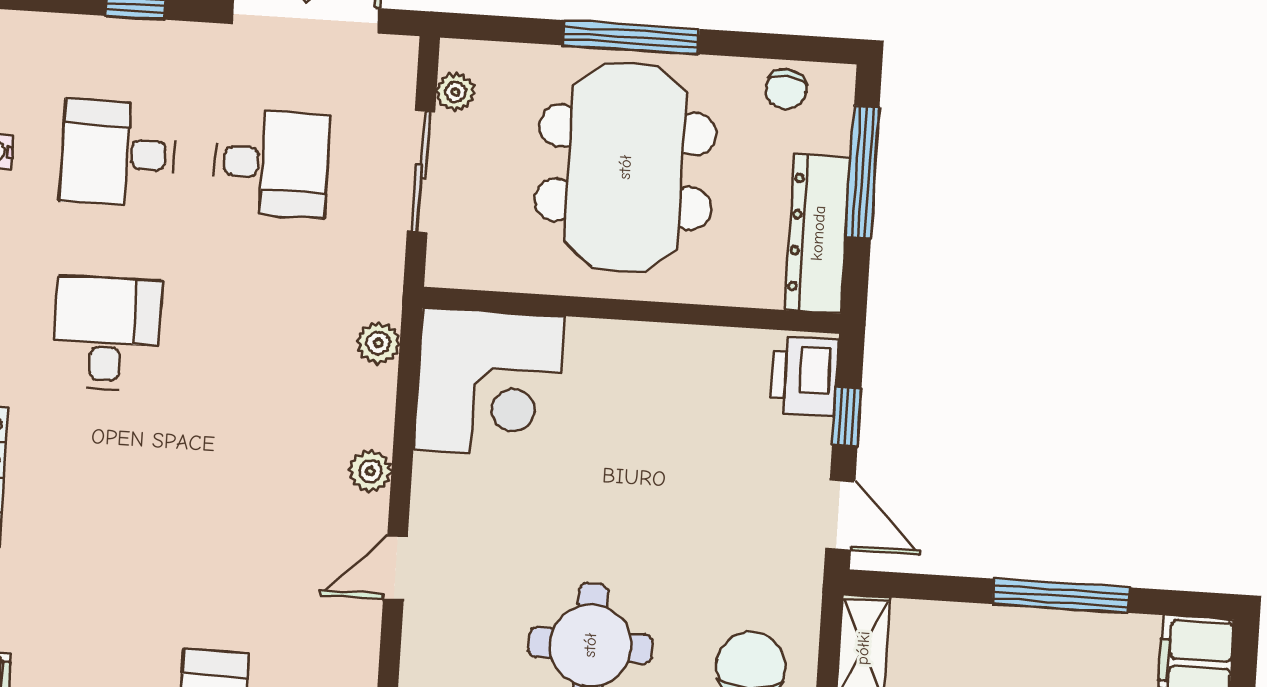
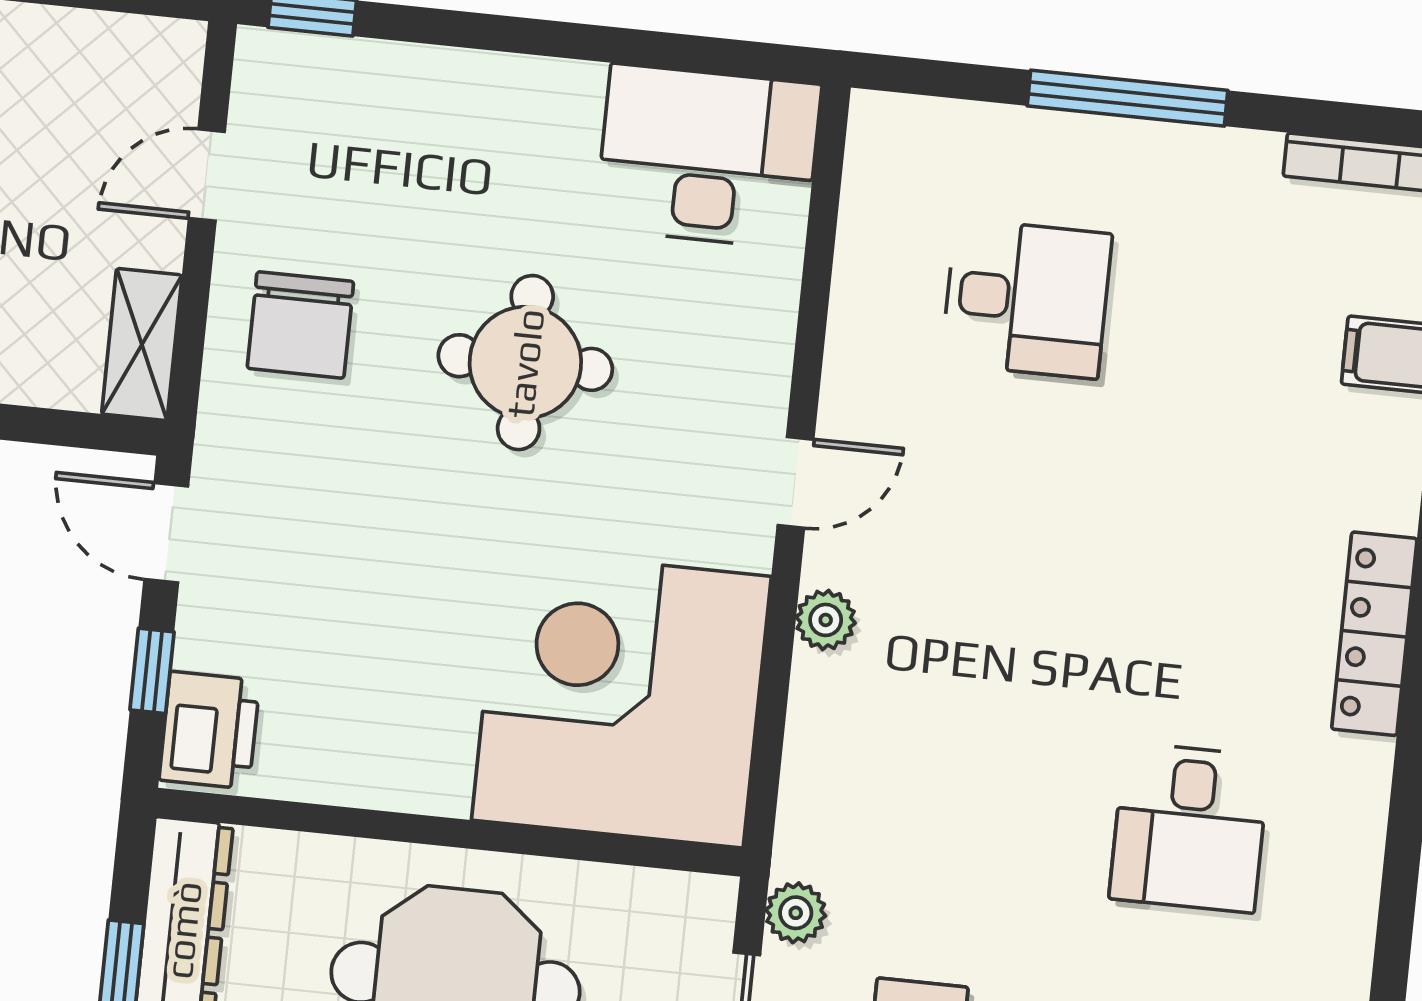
plant: (378, 343) -> (796, 913), moved
corner desk: (489, 383) -> (621, 698), width x1.36, depth x1.36

